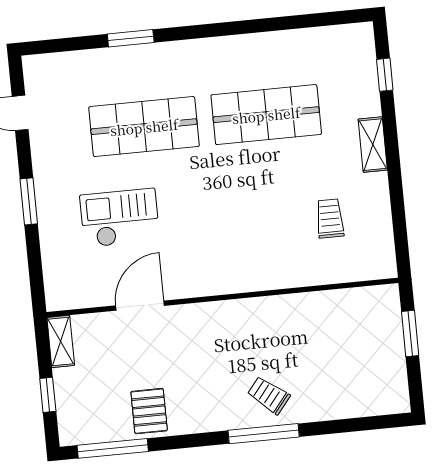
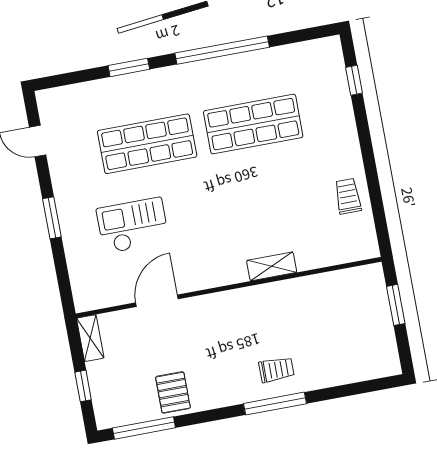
window: (238, 28) -> (222, 50), added
shelving: (373, 145) -> (272, 266), moved, turned 90
trolley: (330, 219) -> (348, 196), moved
trolley: (269, 395) -> (277, 370), turned 141

